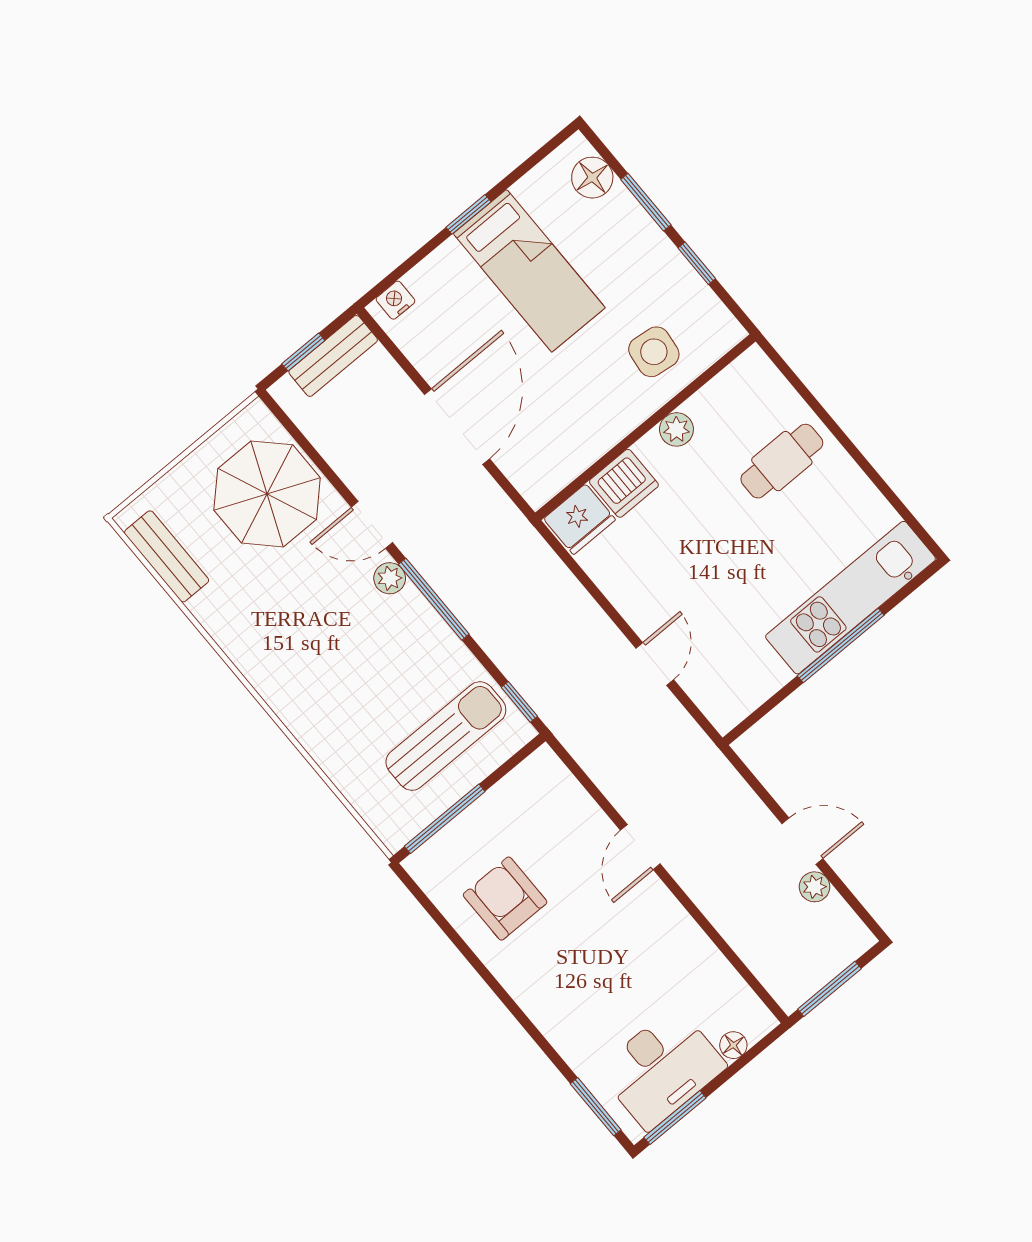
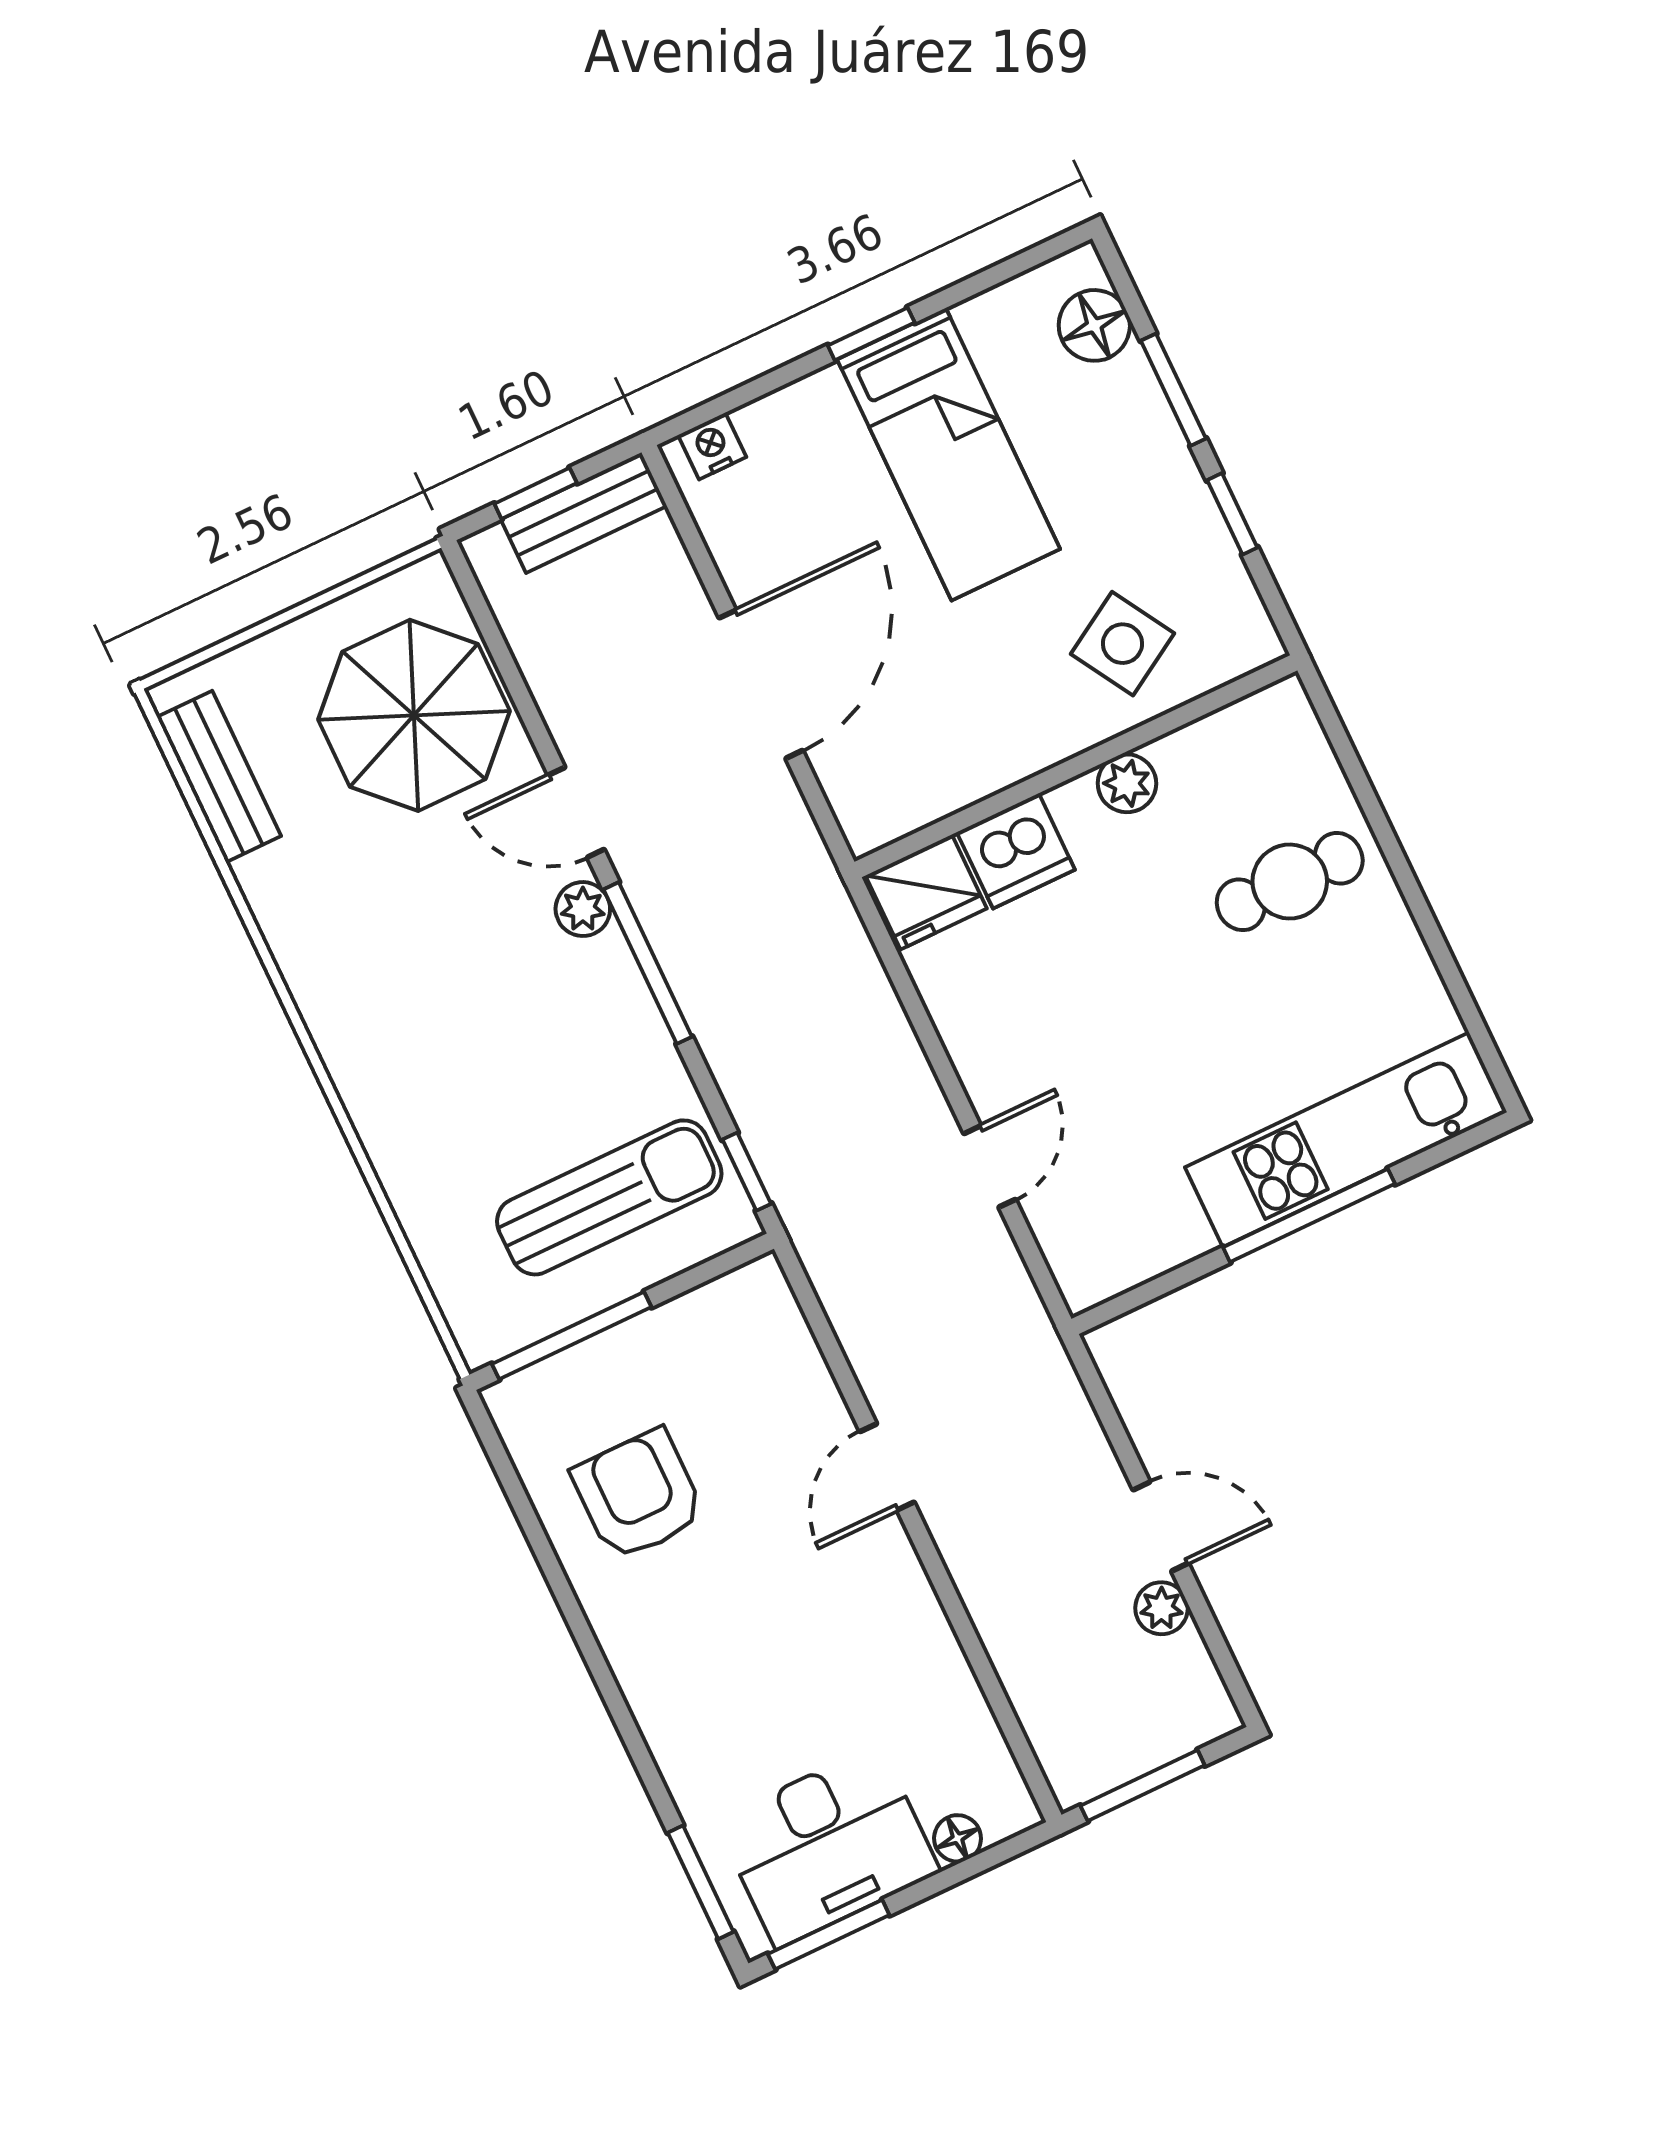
side table: (654, 352) -> (1123, 644), turned -38

